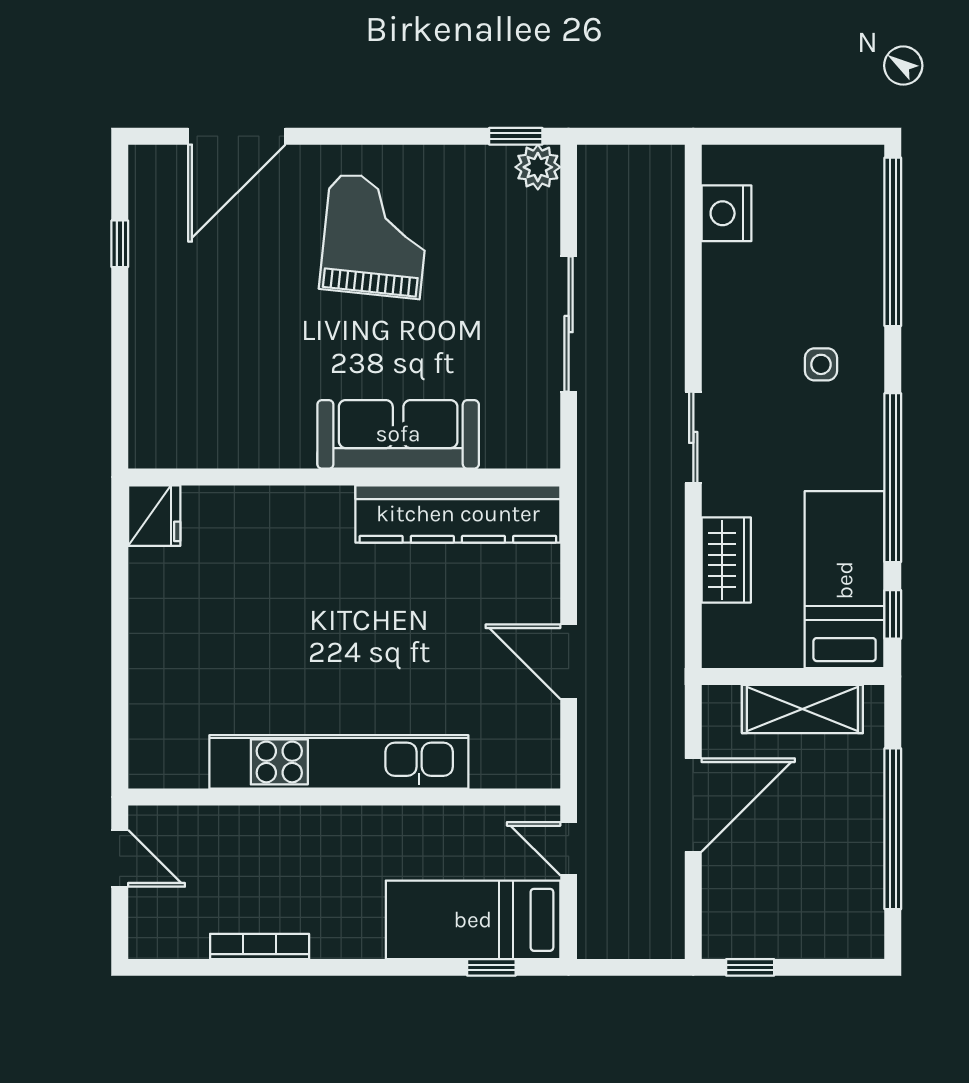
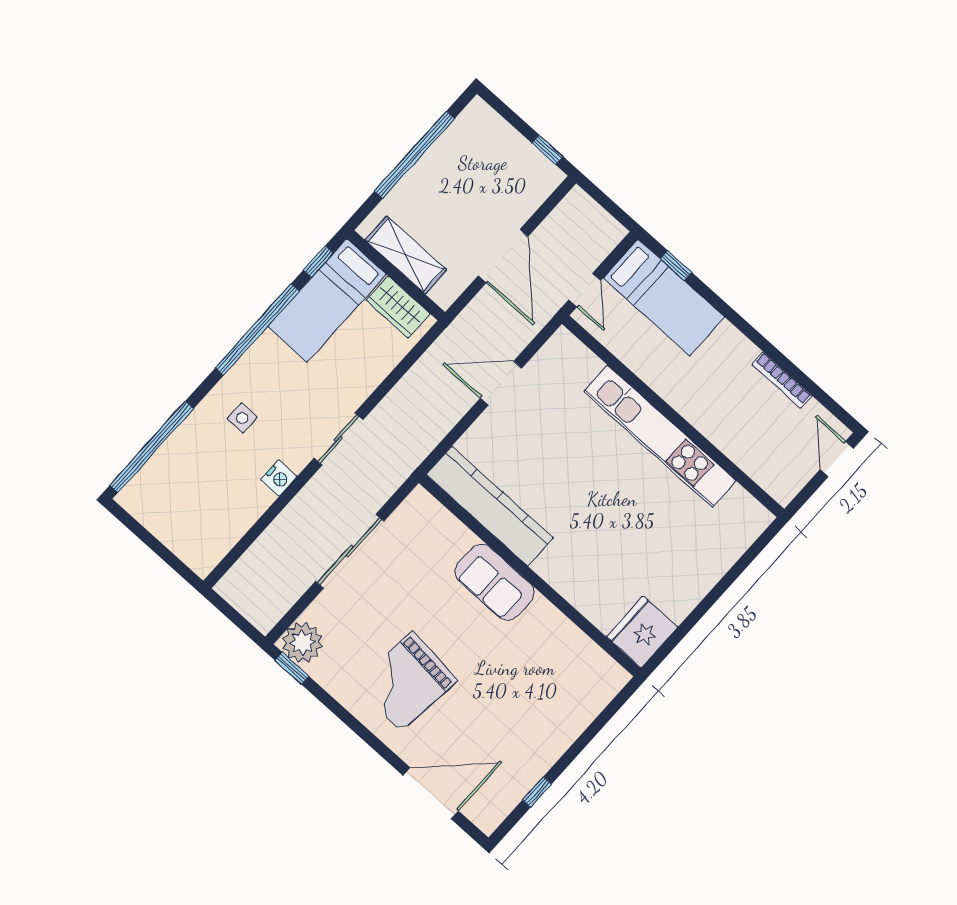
plant: (538, 167) -> (302, 643), width x1.36, depth x1.36
nightstand: (727, 213) -> (279, 478), moved, width x0.74, depth x0.75
sofa: (398, 434) -> (495, 582), width x0.73
fridge: (154, 516) -> (642, 632), width x1.36, depth x1.34
wardrobe: (726, 560) -> (398, 307), moved, turned -90
door: (569, 662) -> (501, 383), swing flipped
door: (693, 805) -> (503, 256), swing flipped
door: (120, 858) -> (837, 459), moved

